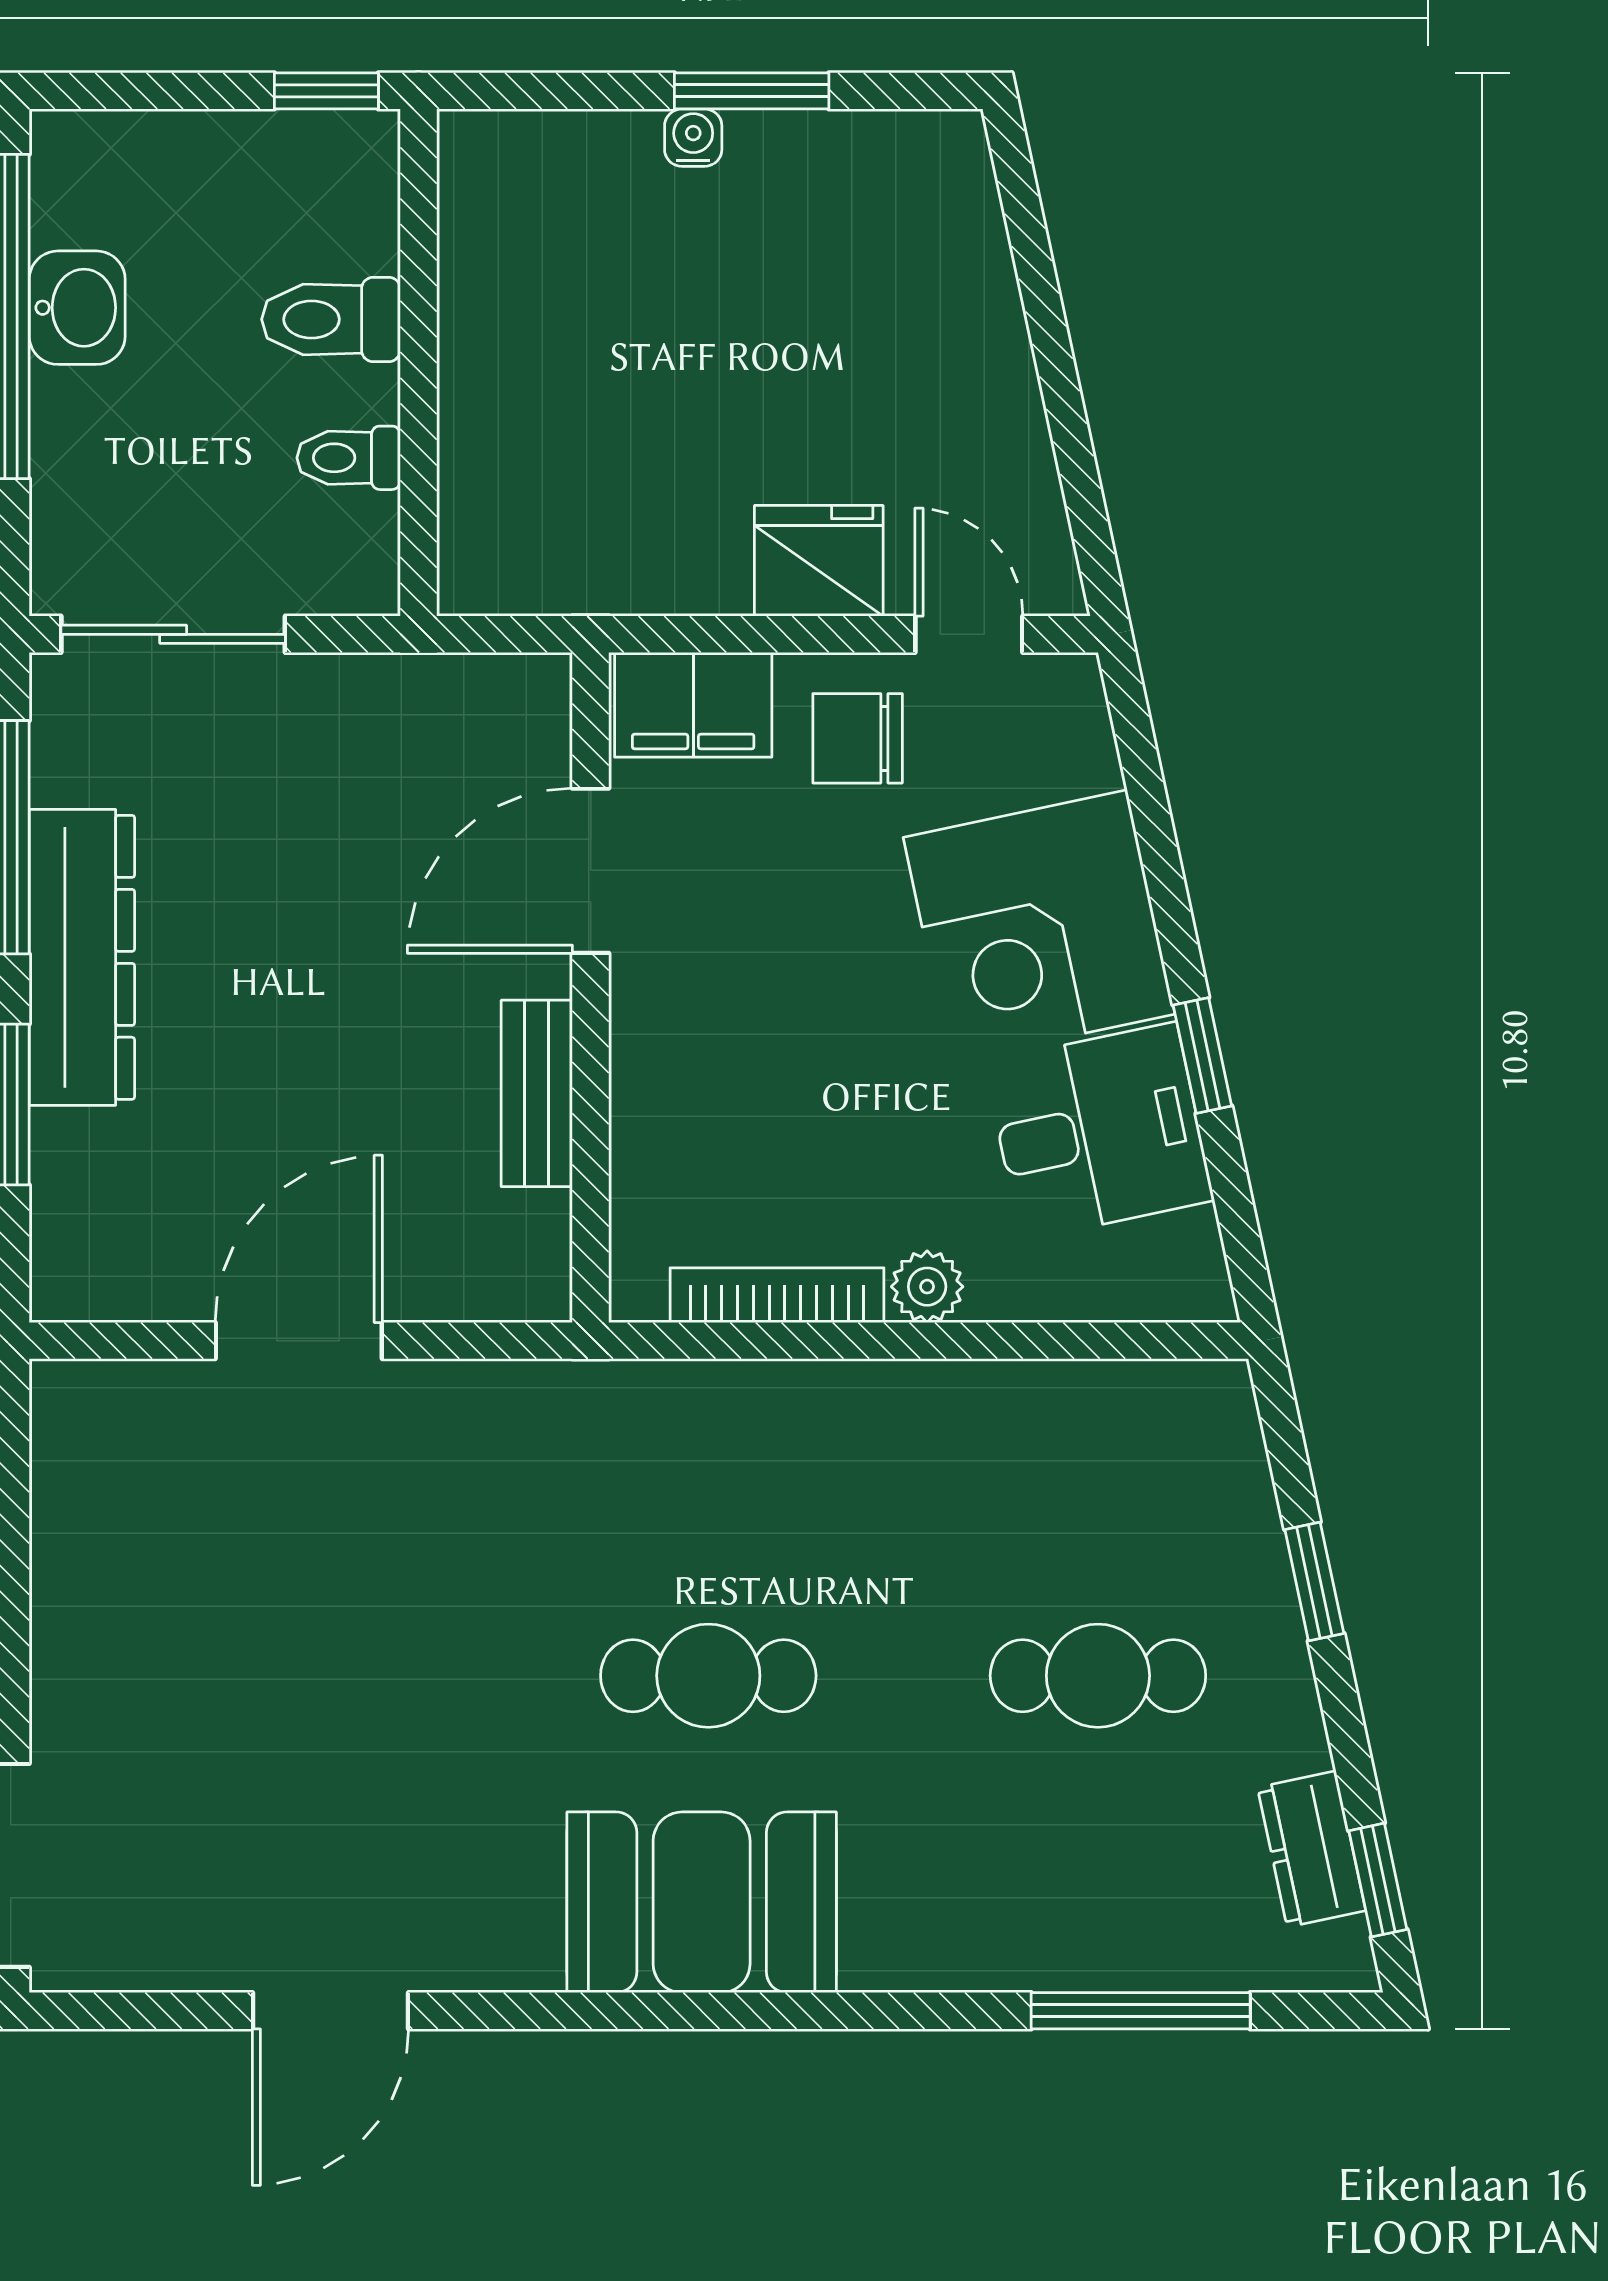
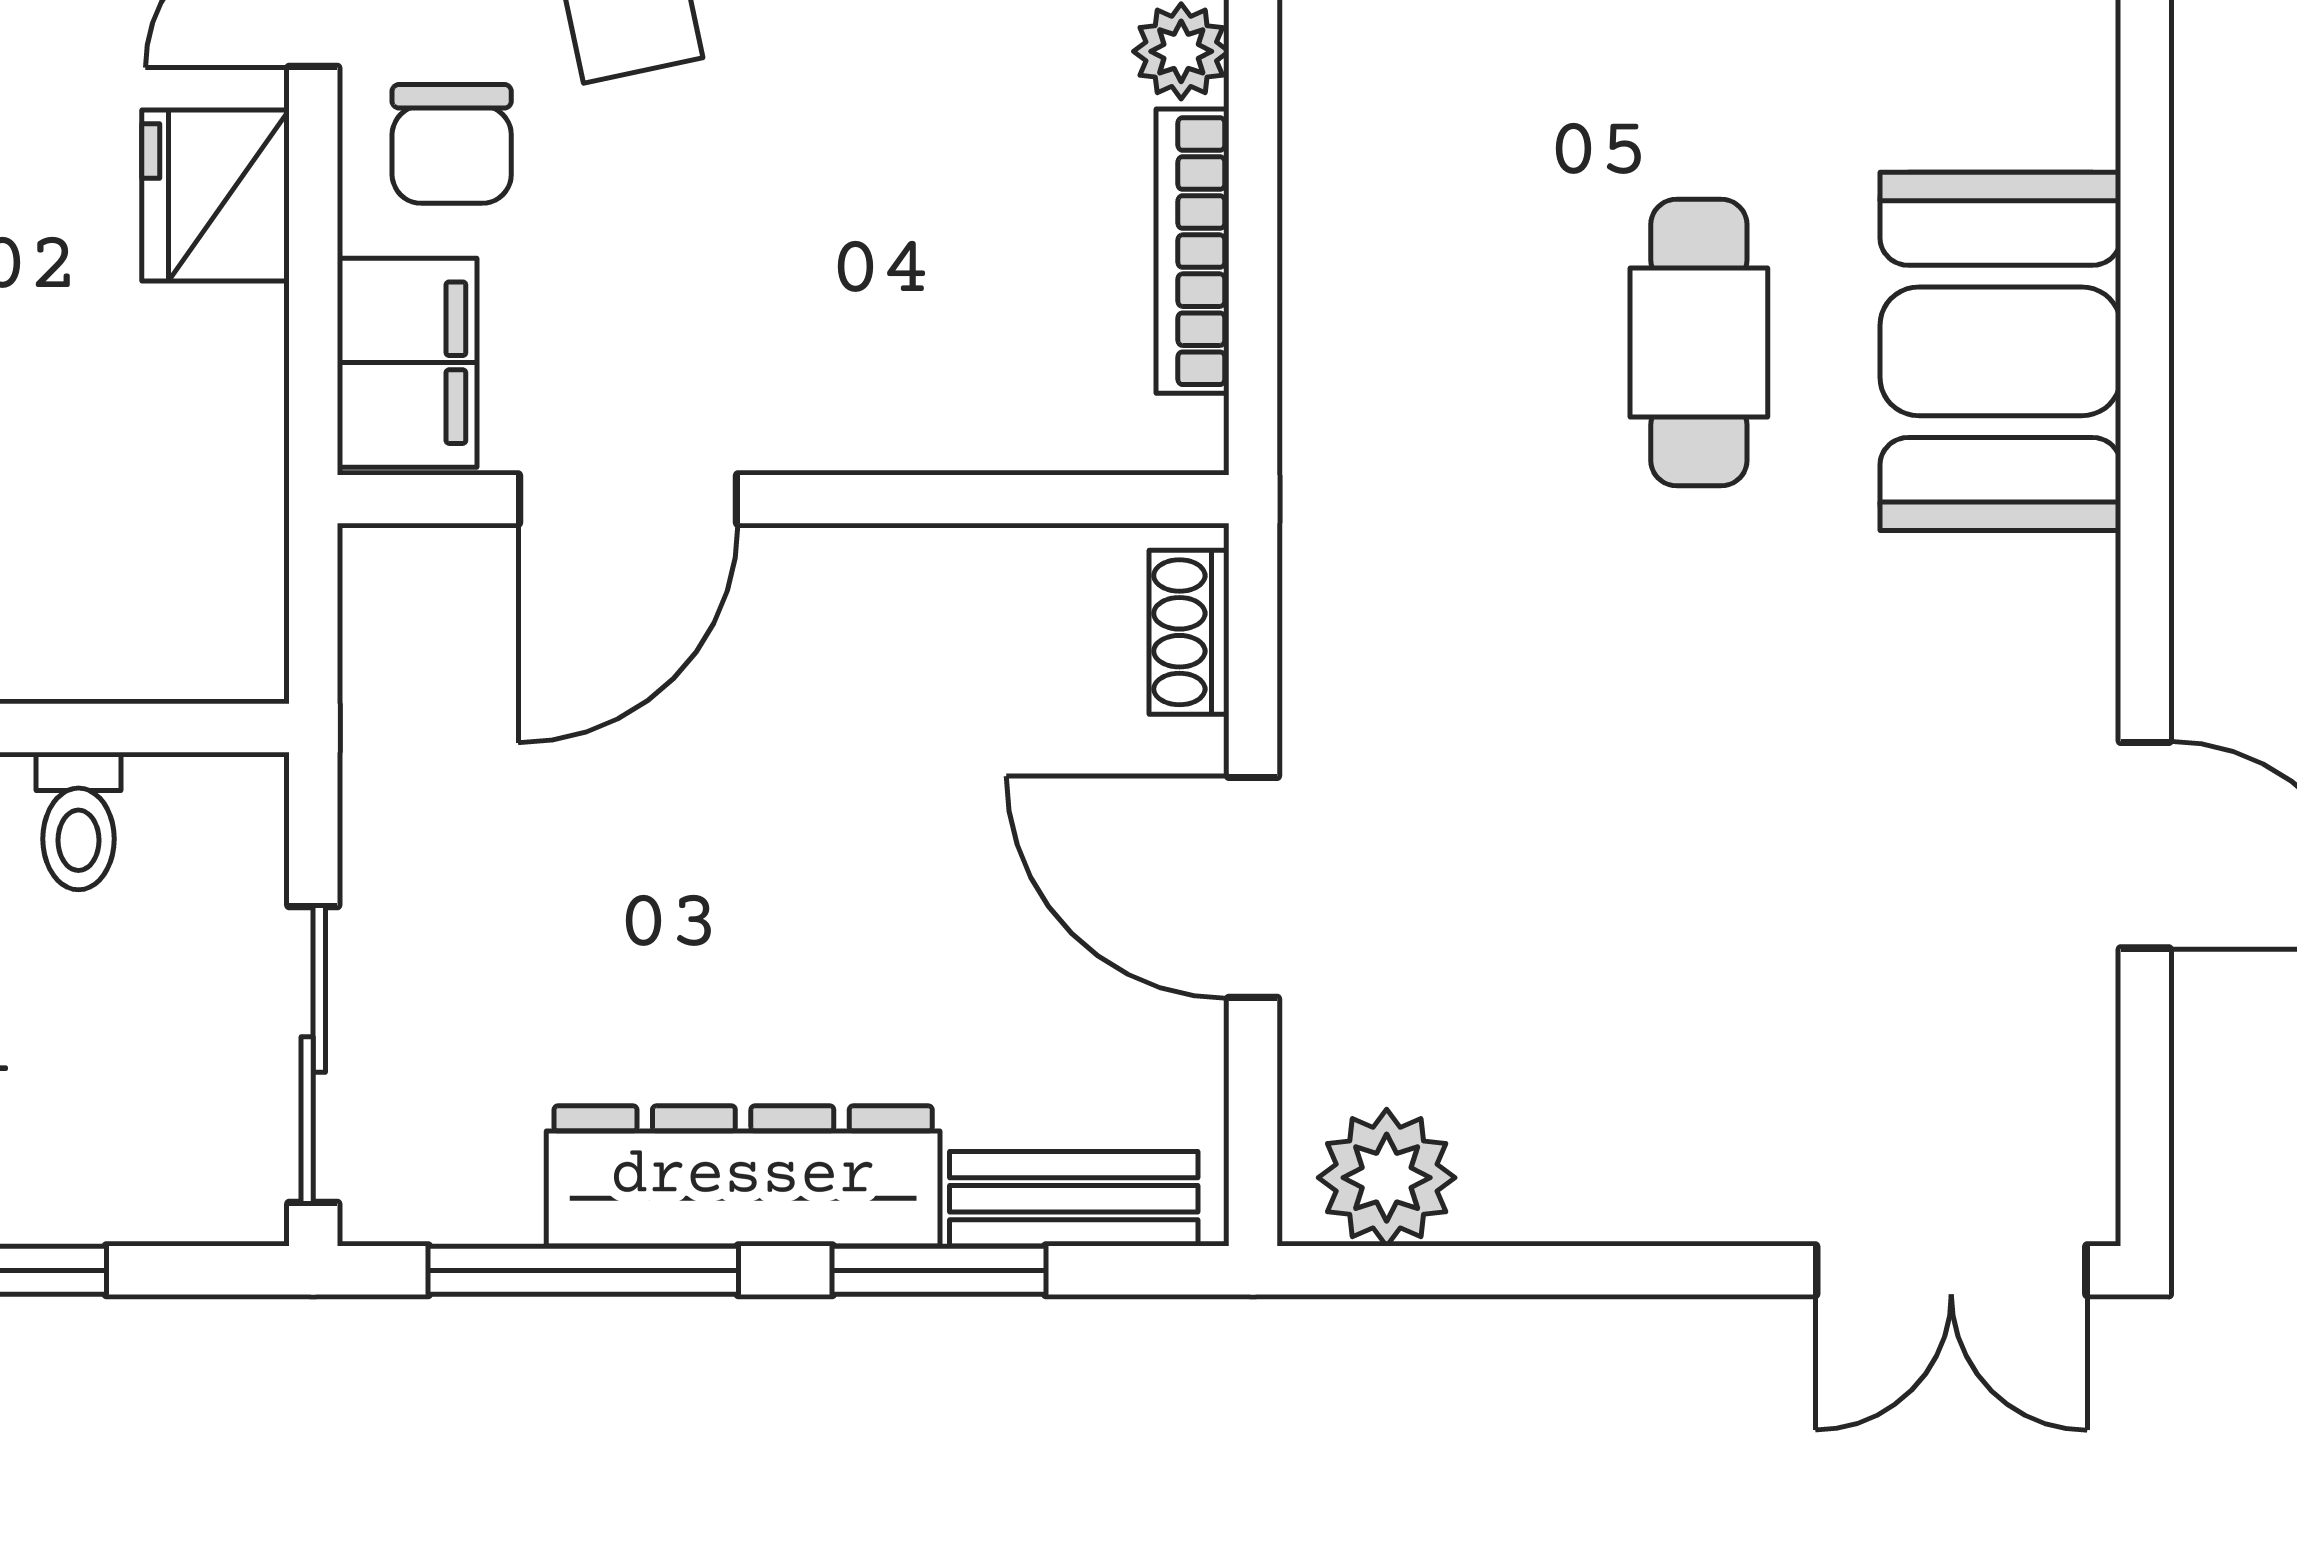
door: (591, 871) -> (628, 499), hinge flipped
bench: (537, 1093) -> (1074, 1199), moved
shoe rack: (490, 1293) -> (1189, 632), added
plant: (81, 1441) -> (1387, 1178), added

